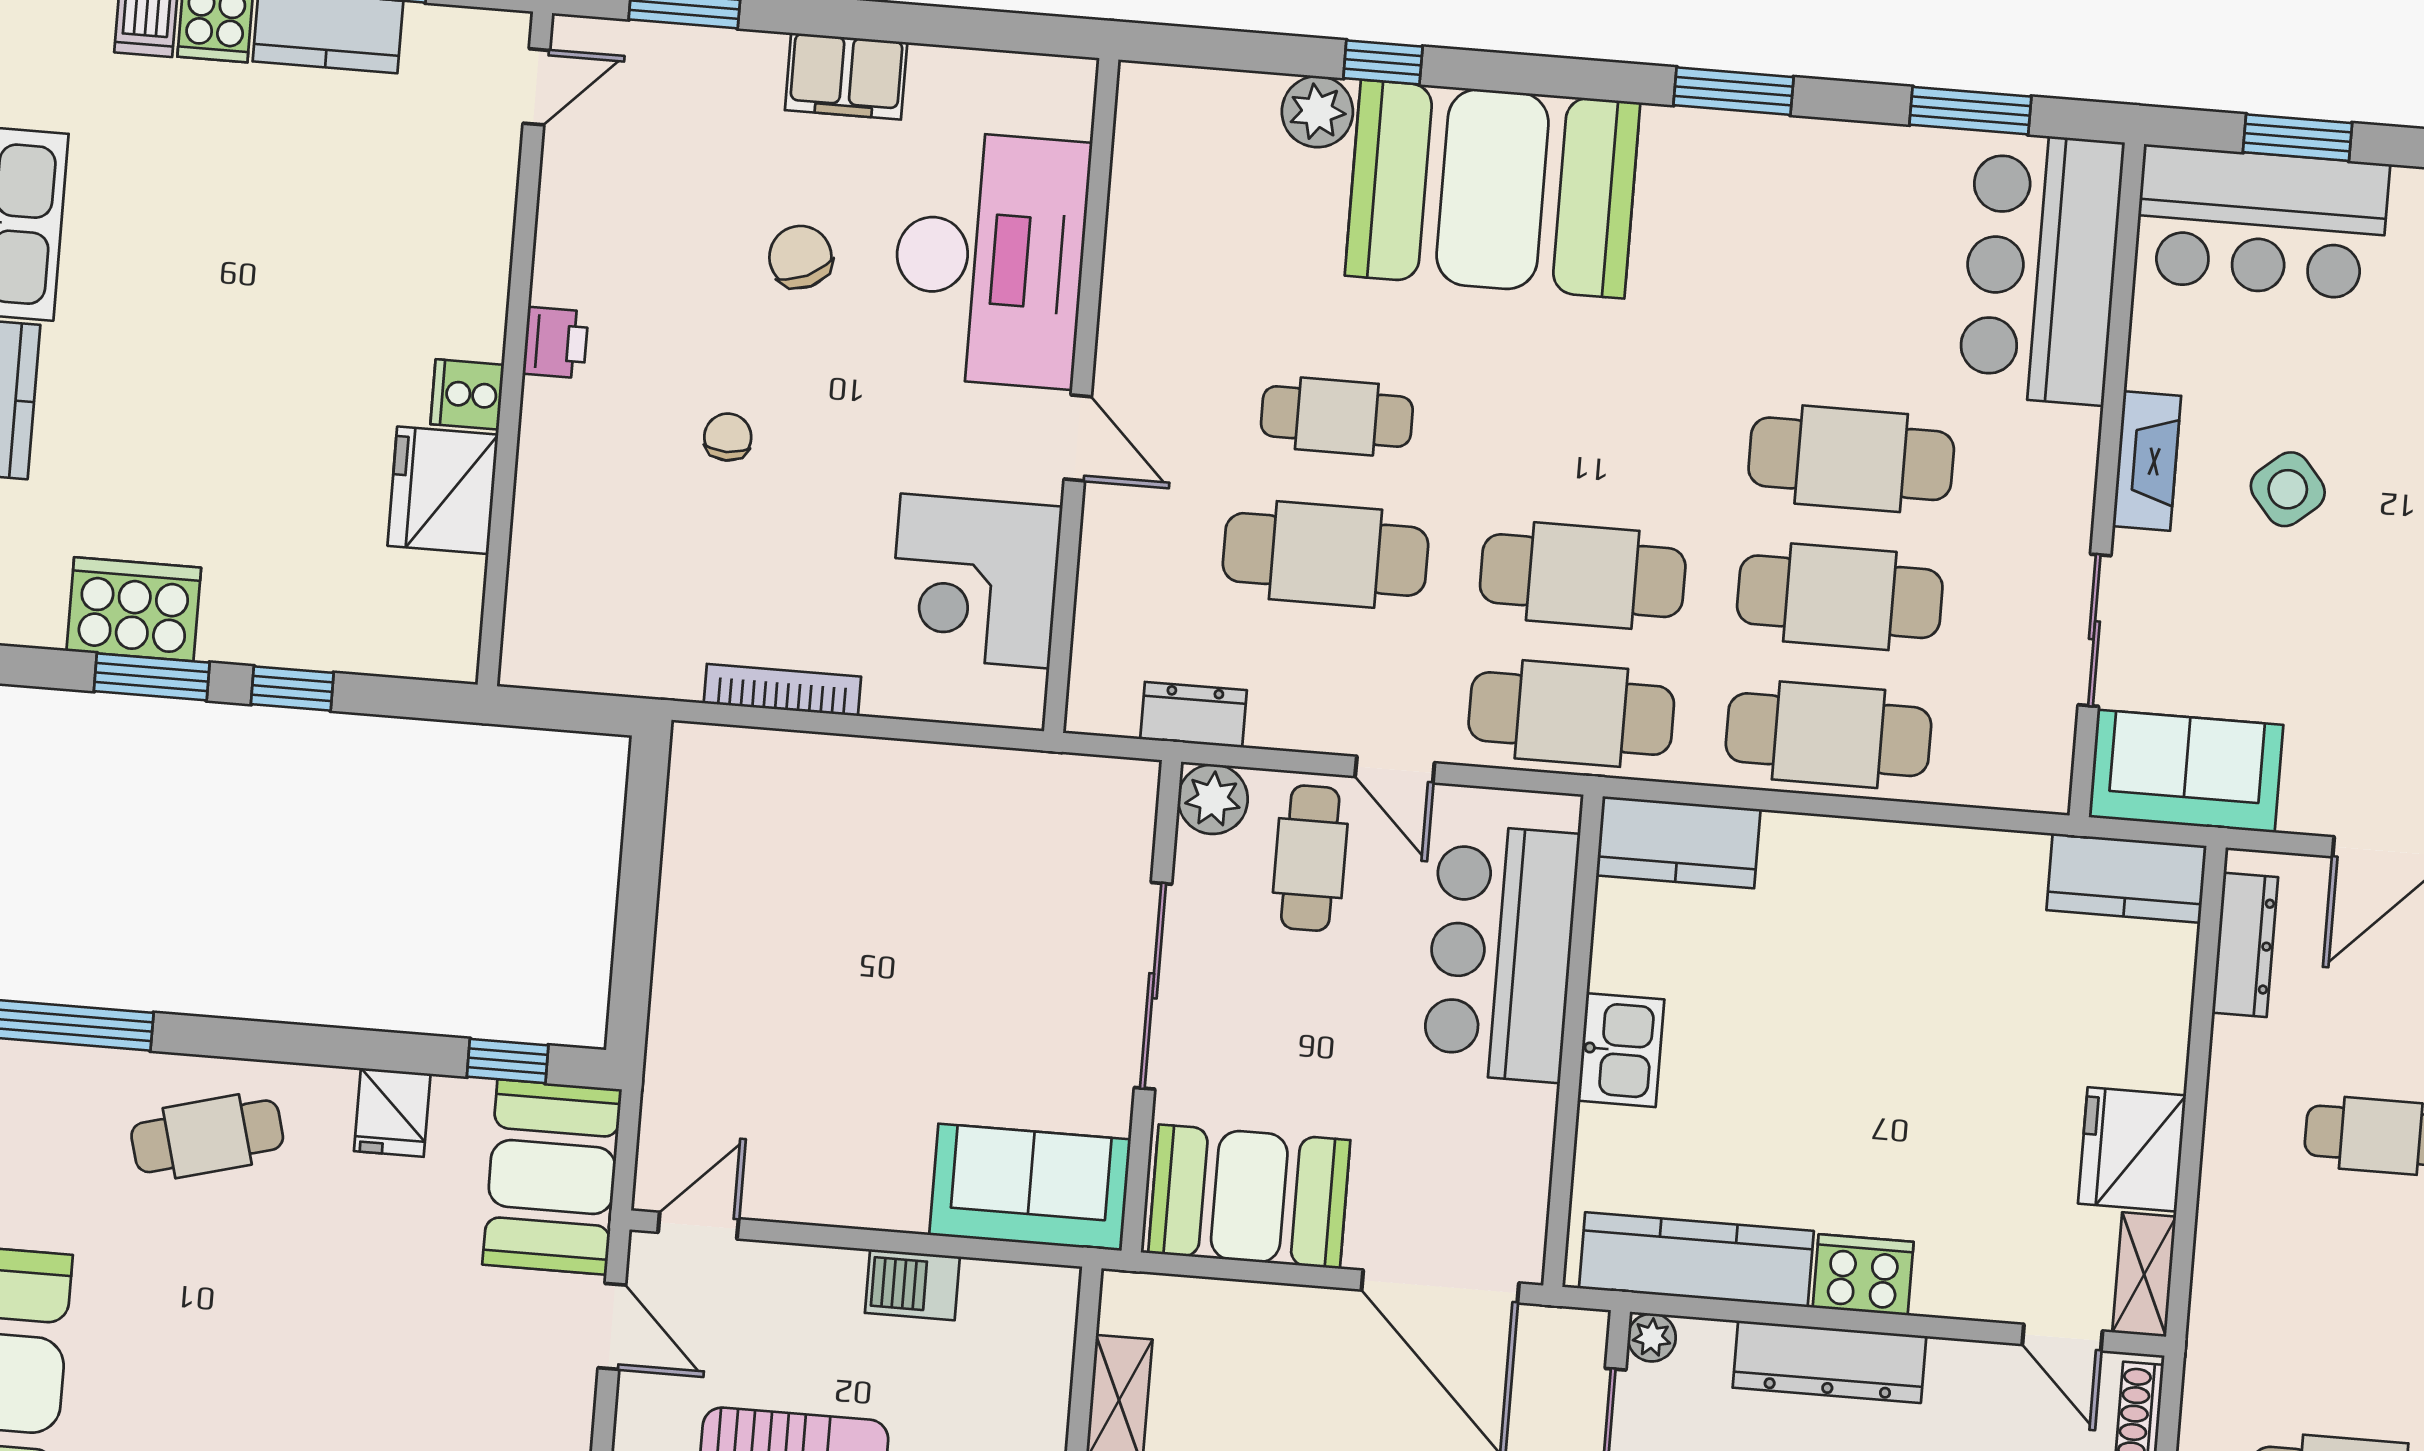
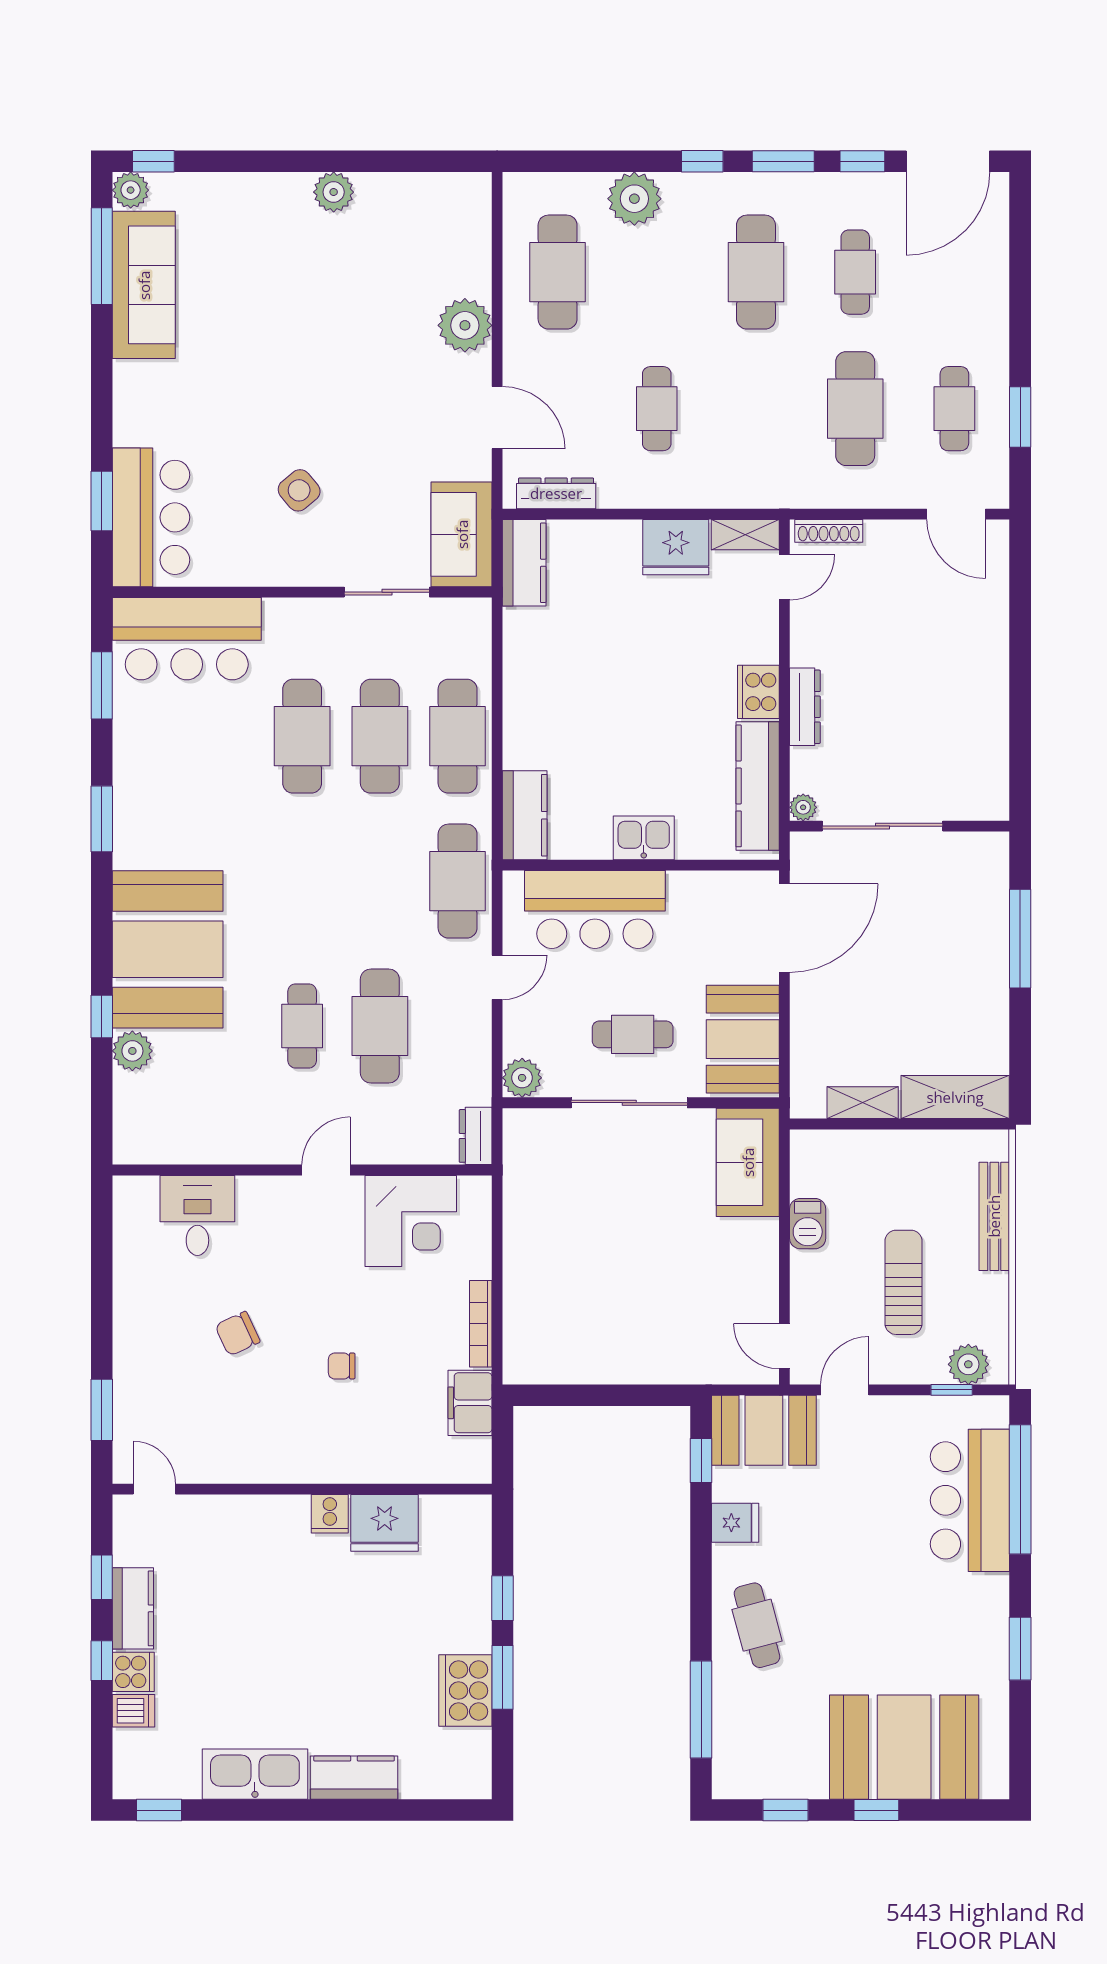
filing cabinet: (846, 76) -> (470, 1403), moved, turned 180
desk: (990, 259) -> (197, 1215), width x0.53, depth x0.77
printer: (556, 343) -> (297, 1467), removed
fireplace: (2147, 461) -> (290, 571), removed
cafe table: (1583, 576) -> (380, 881), removed
dresser: (1193, 715) -> (476, 1136), moved
cafe table: (1310, 858) -> (633, 1034), moved
dresser: (1829, 1362) -> (805, 707), width x0.73, depth x0.80

